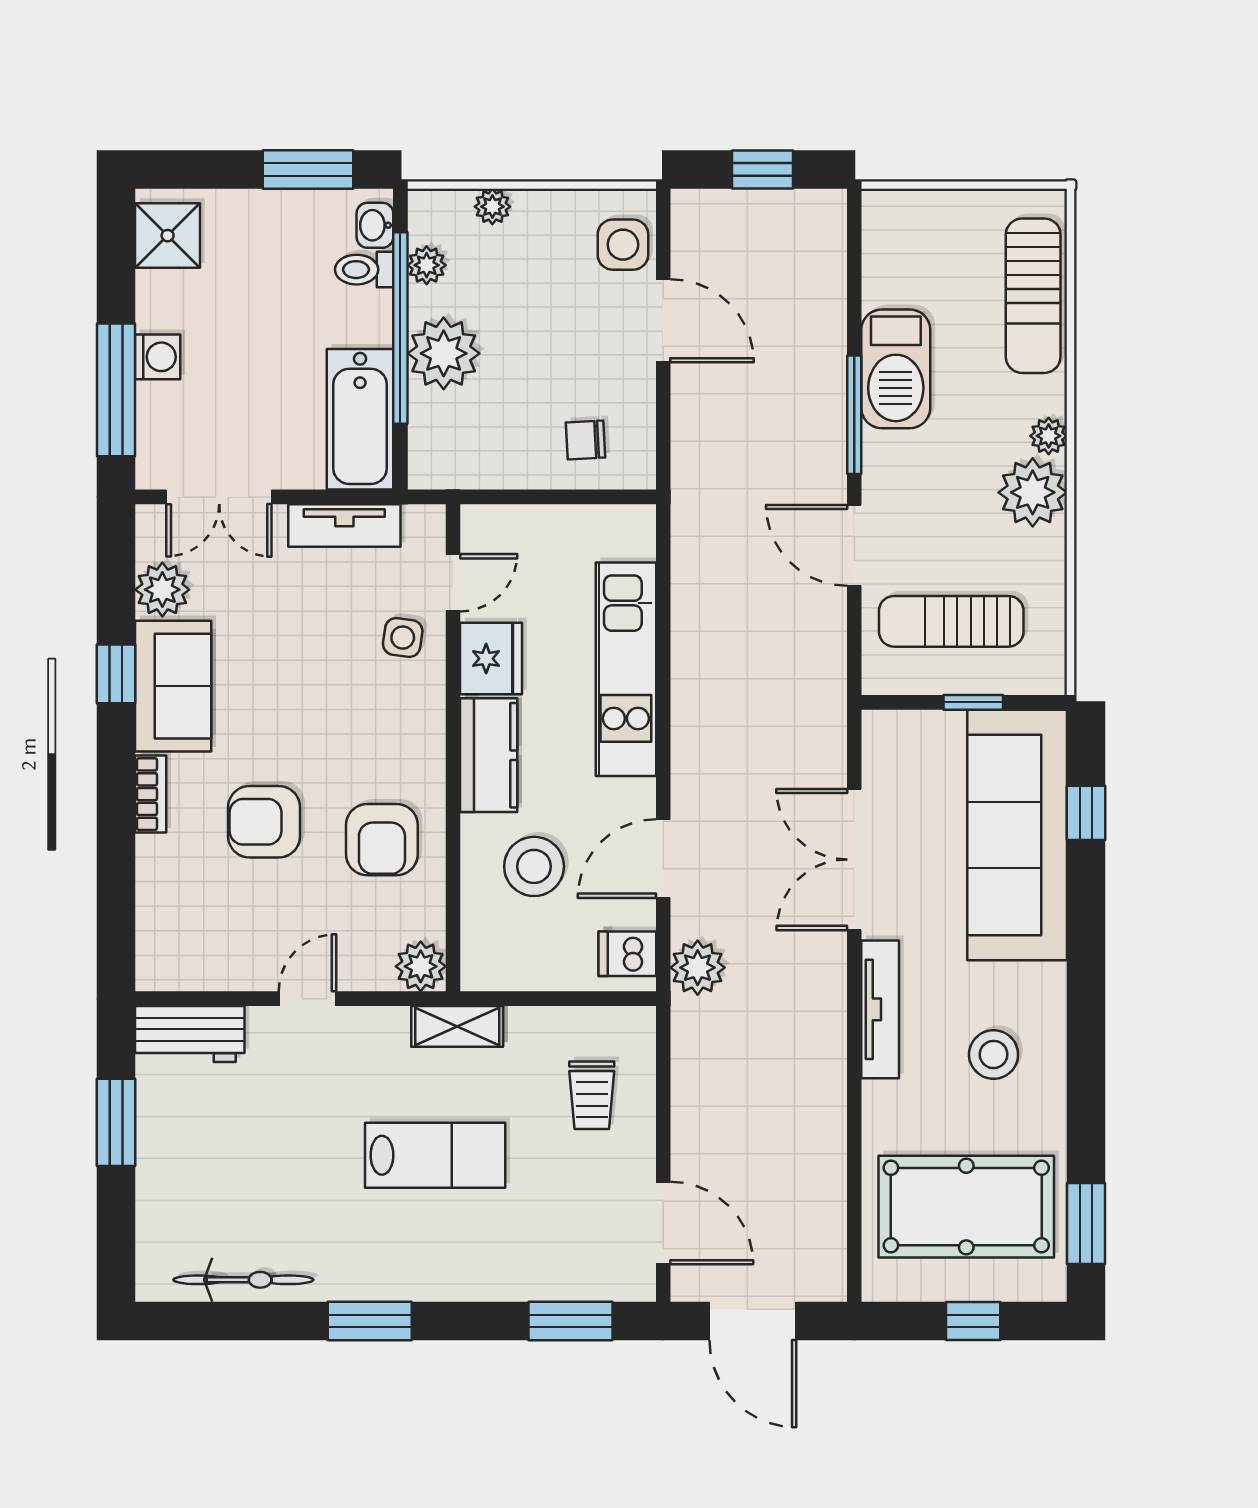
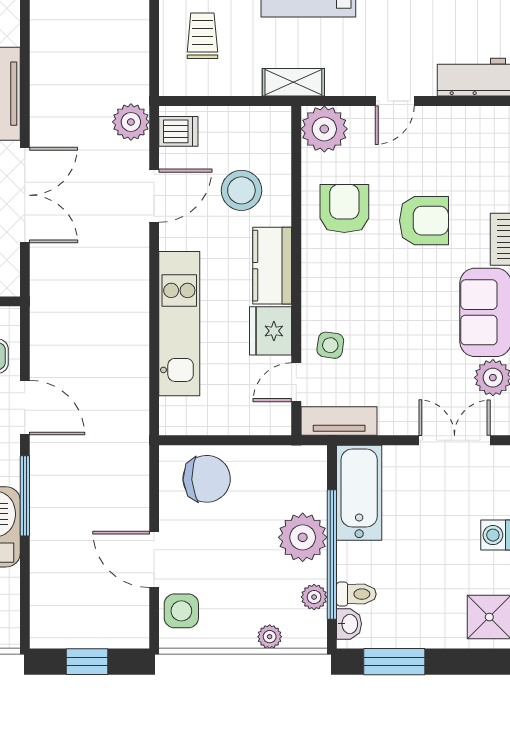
chair: (585, 440) -> (207, 479), width x1.87, depth x1.87
tv unit: (344, 525) -> (339, 421), moved
plant: (421, 966) -> (324, 129), width x1.36, depth x1.36

